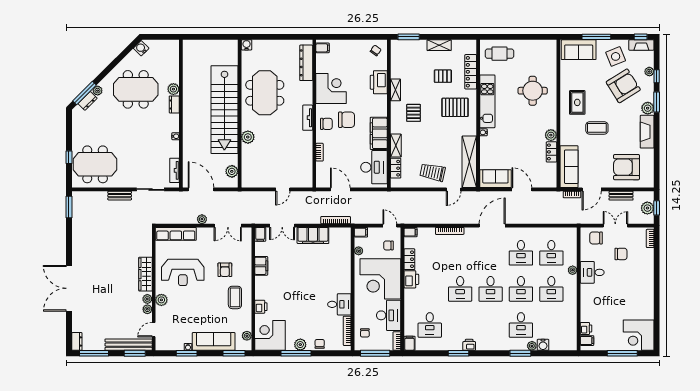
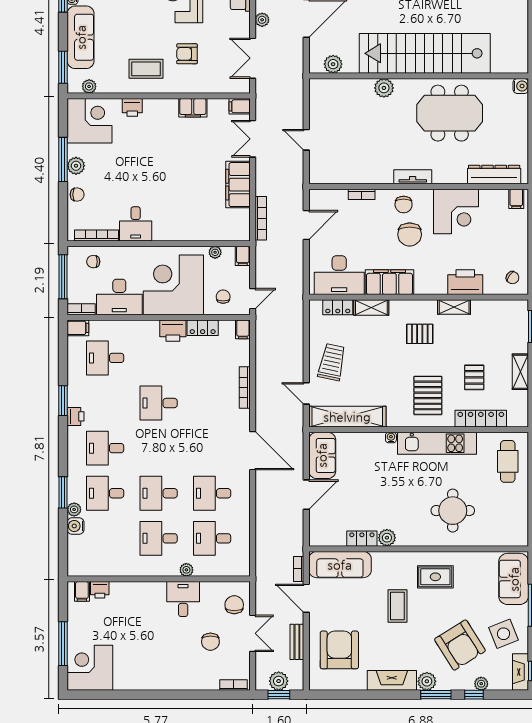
desk: (491, 289) -> (105, 448), moved

